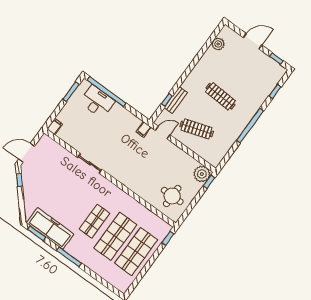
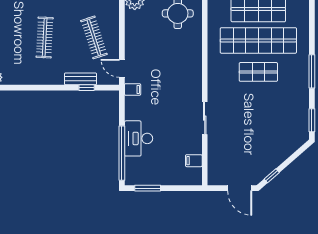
desk: (97, 102) -> (139, 138), moved
filing cabinet: (55, 127) -> (194, 161), moved
freezer: (50, 228) -> (297, 110), removed
shop shelf: (115, 236) -> (258, 40), width x1.40

